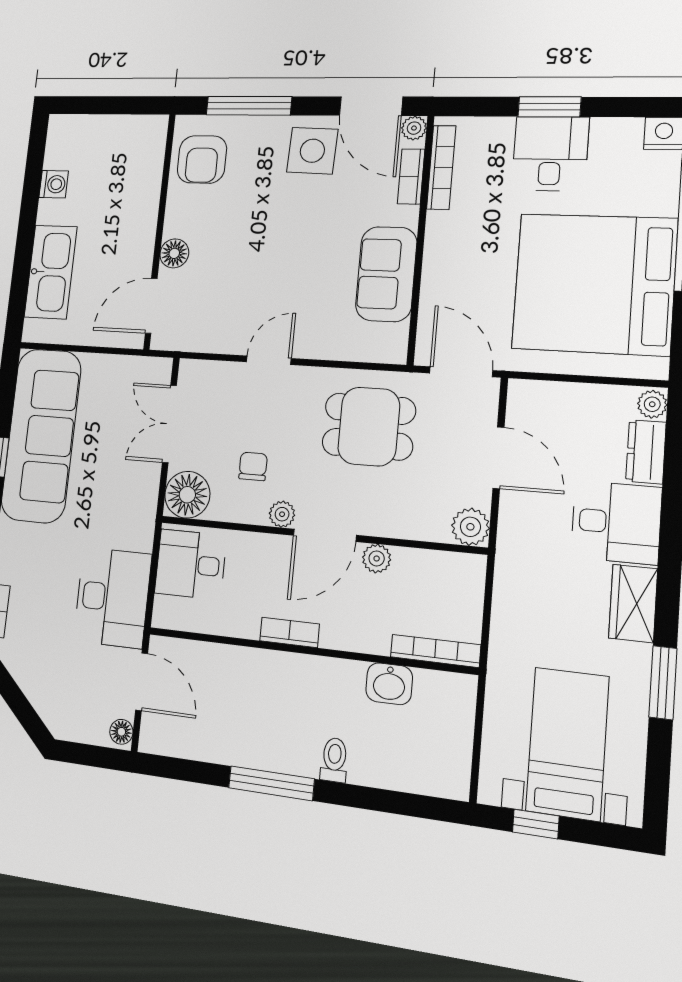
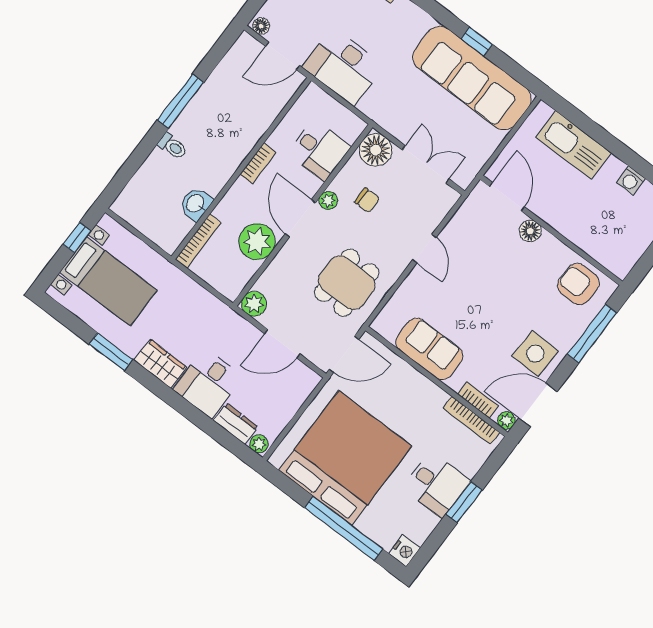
plant: (377, 558) -> (257, 242), width x1.88, depth x1.88
desk: (191, 564) -> (319, 150), moved, turned 90

